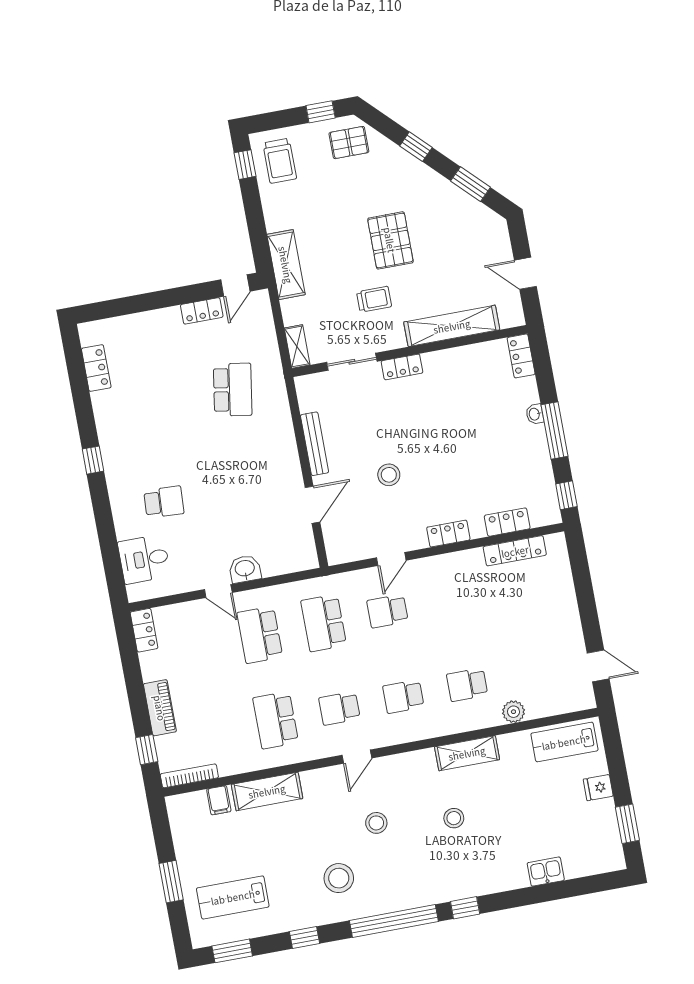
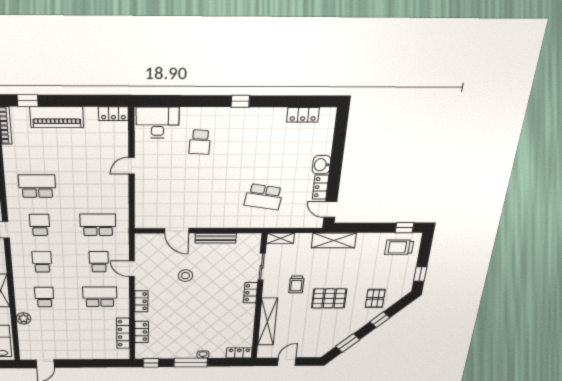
pallet: (349, 143) -> (375, 298), moved
desk: (144, 559) -> (158, 123), width x1.37
washbasin: (245, 569) -> (321, 165), moved, turned 180
school desk: (260, 635) -> (100, 297), moved
piano: (160, 708) -> (57, 117), width x1.37, depth x1.33

